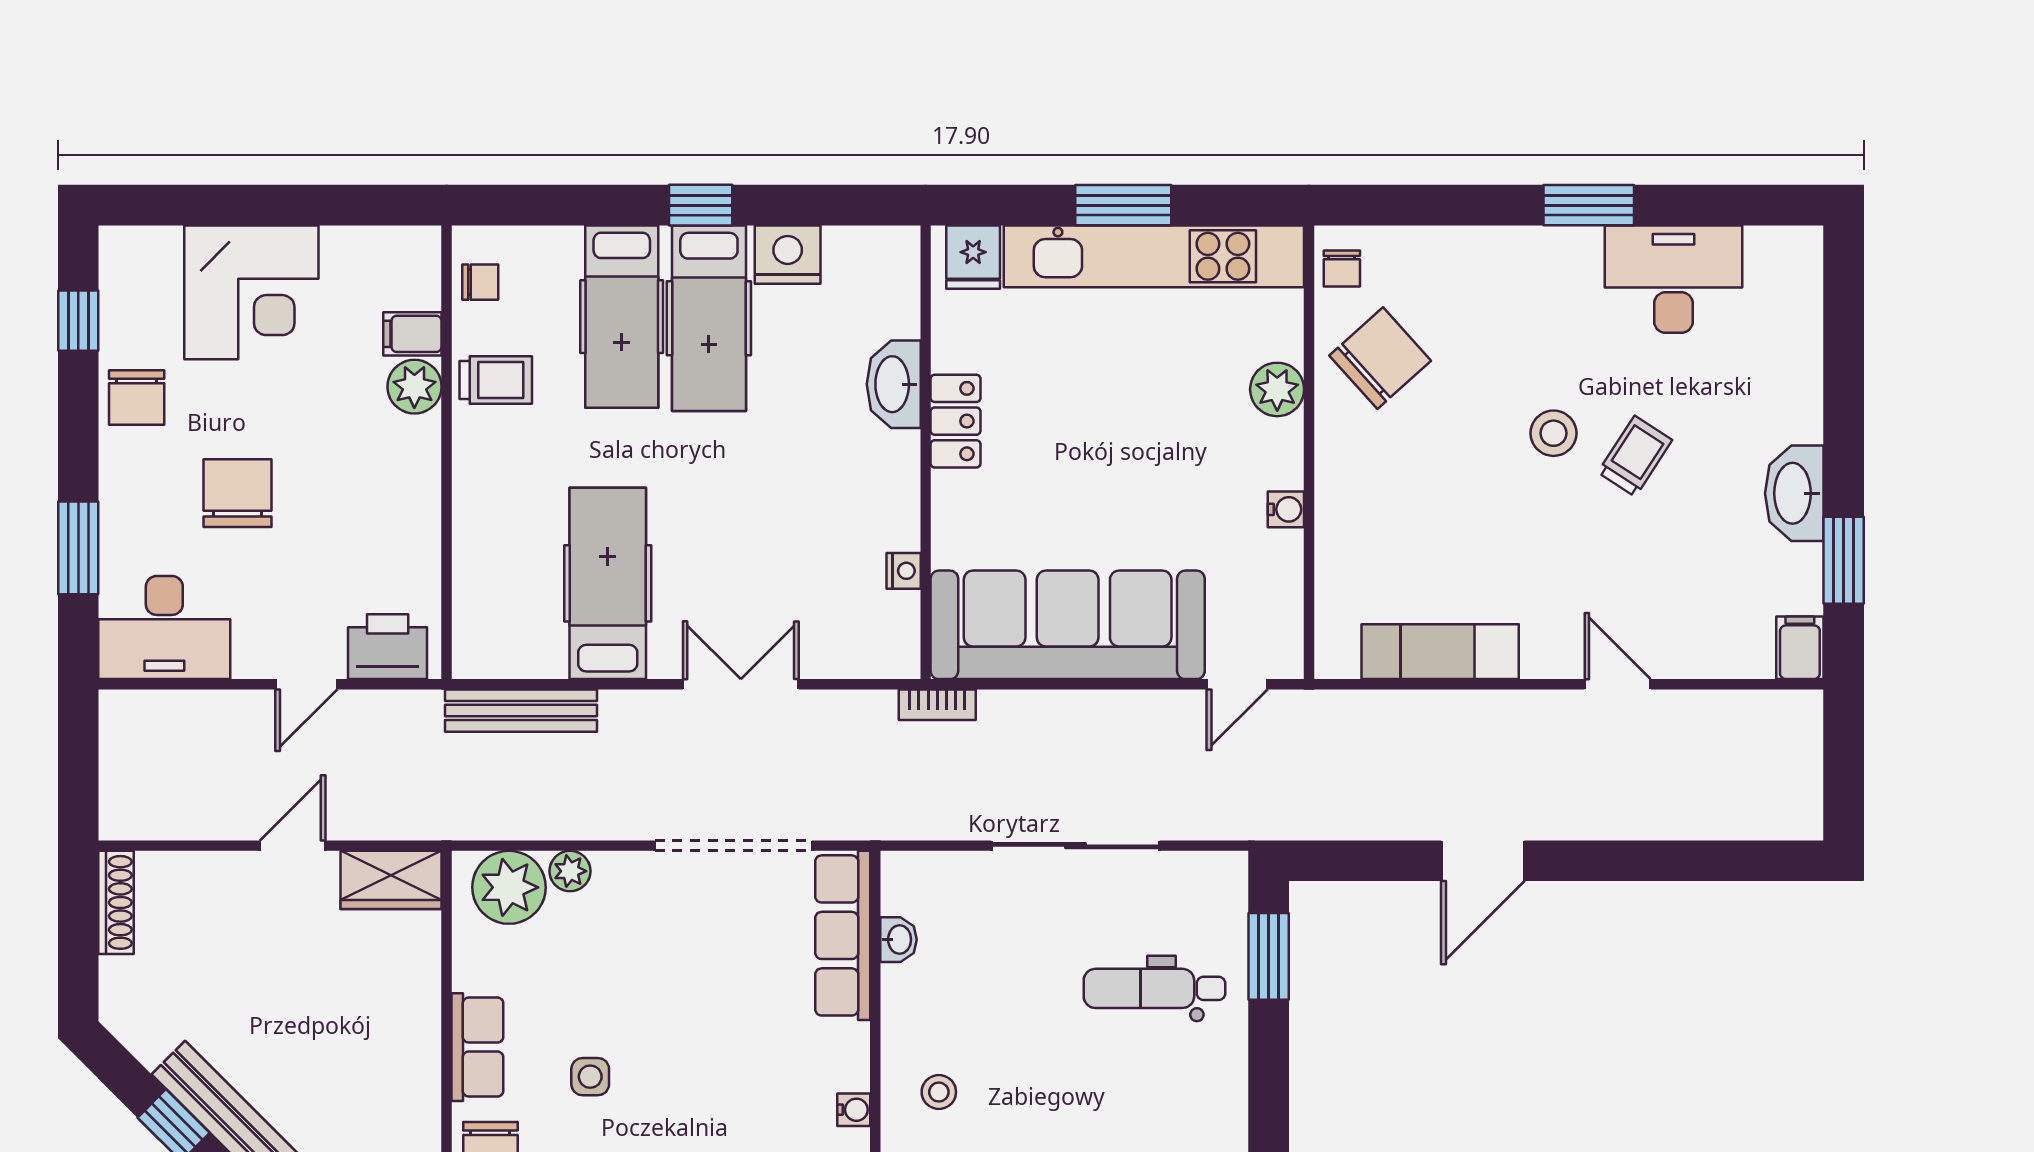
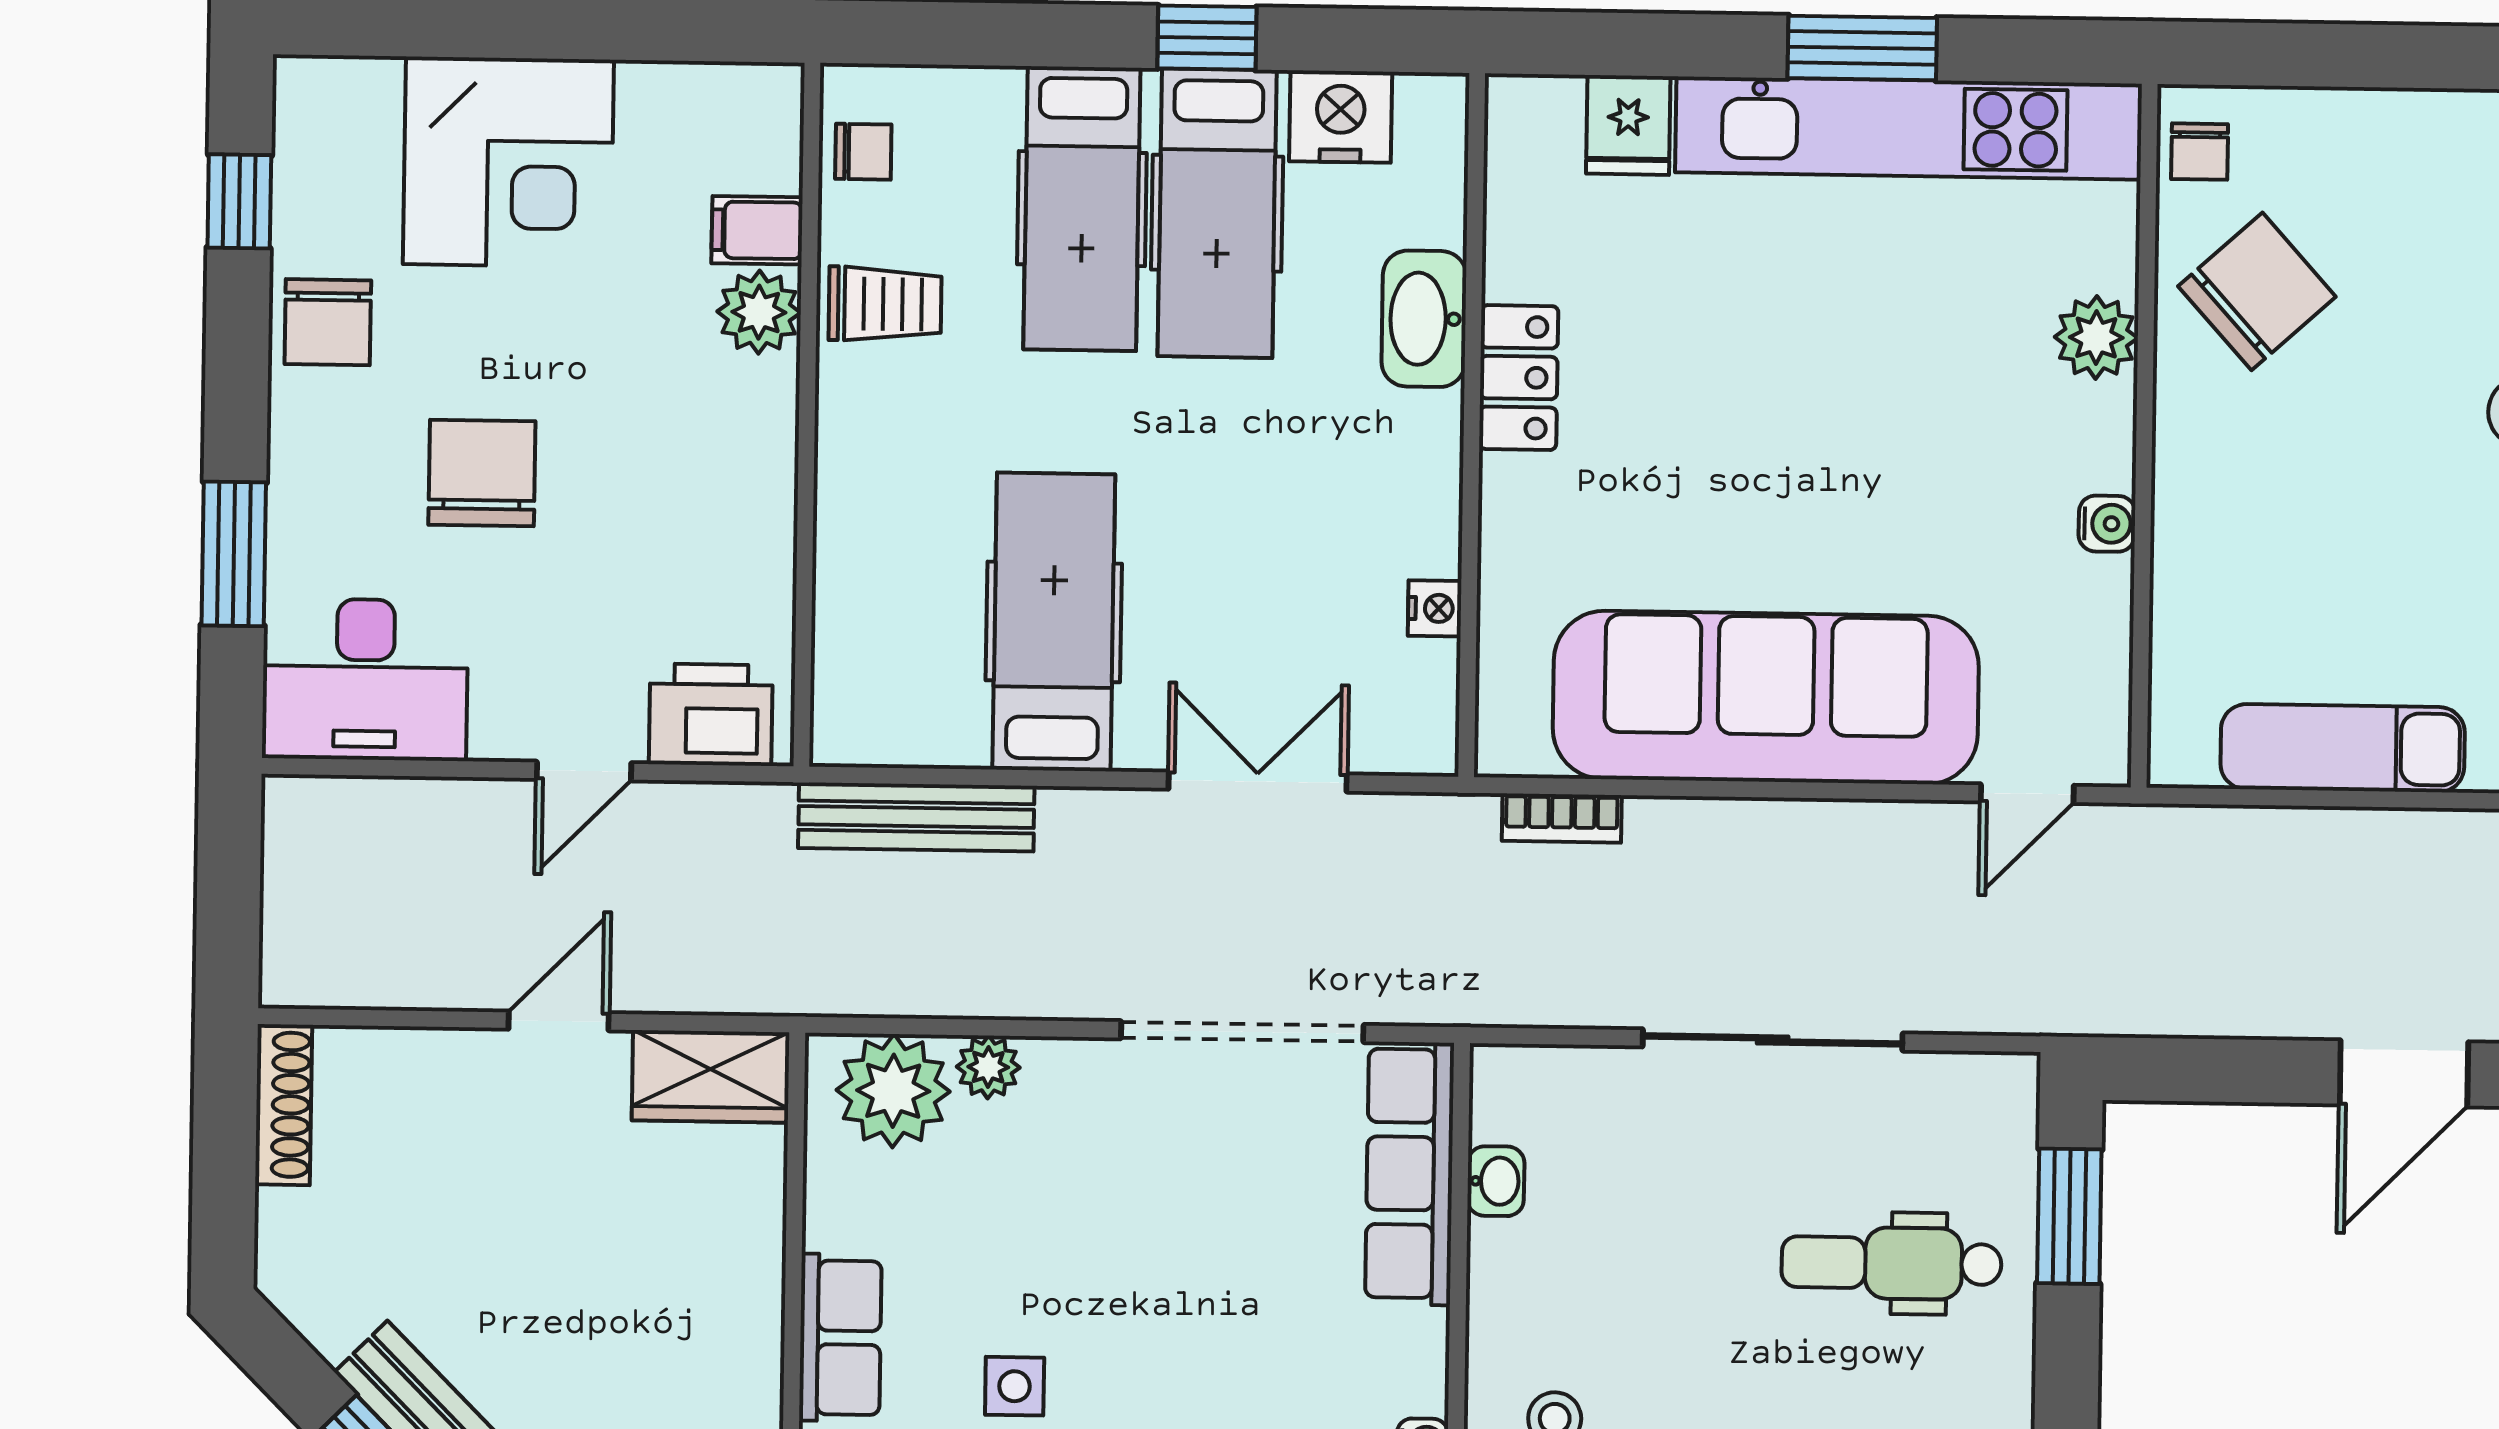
washbasin: (894, 384) -> (1424, 319), moved
locker: (956, 421) -> (1519, 378), moved
wall: (926, 452) -> (1472, 425), moved
nightstand: (904, 571) -> (1435, 608), moved

